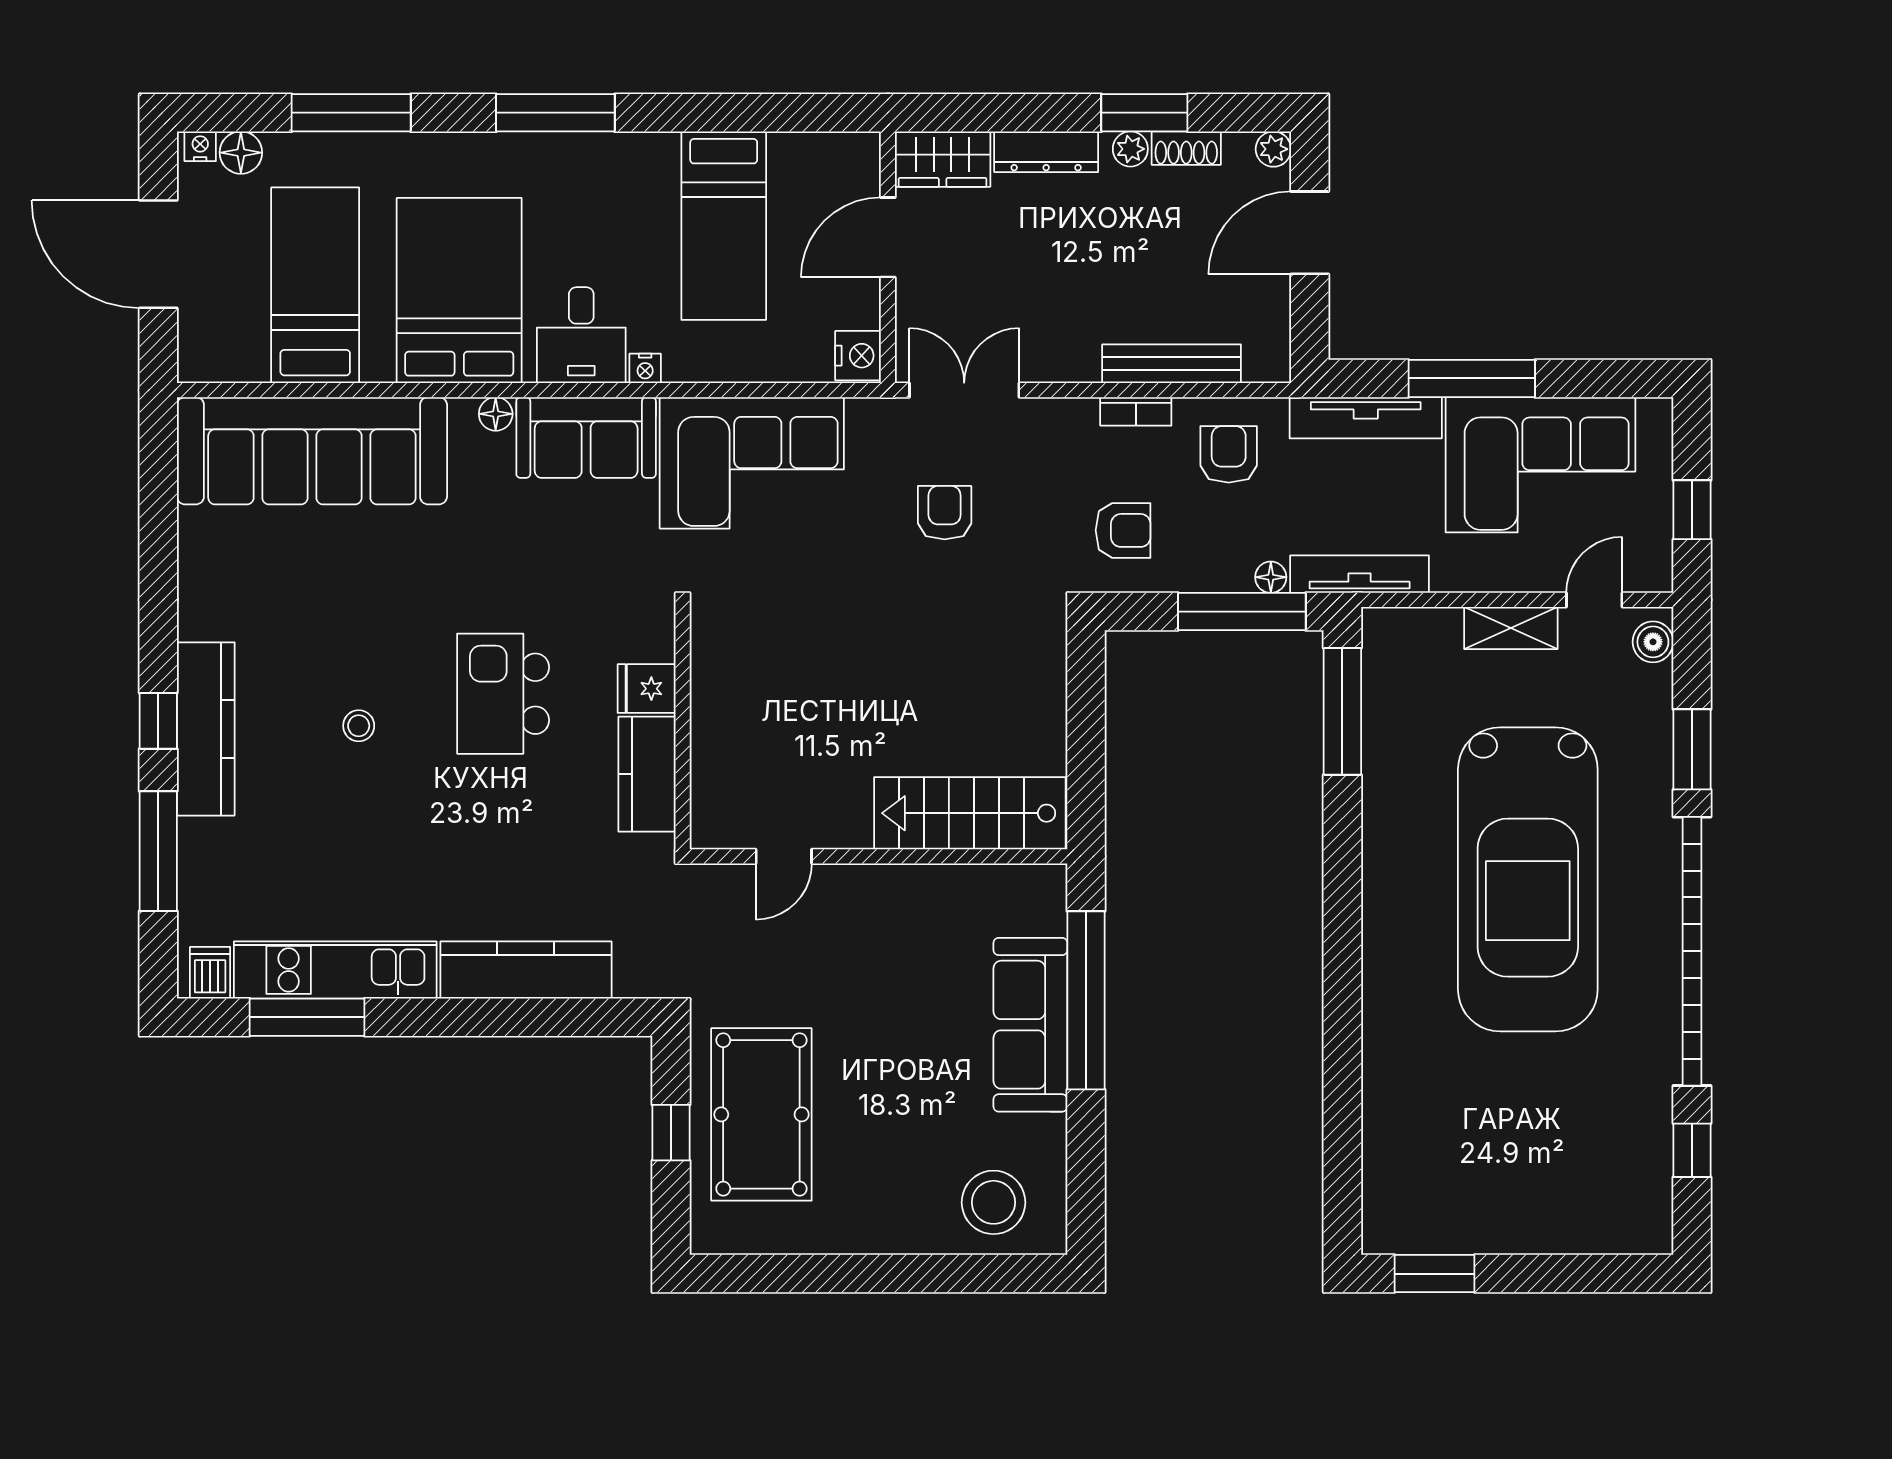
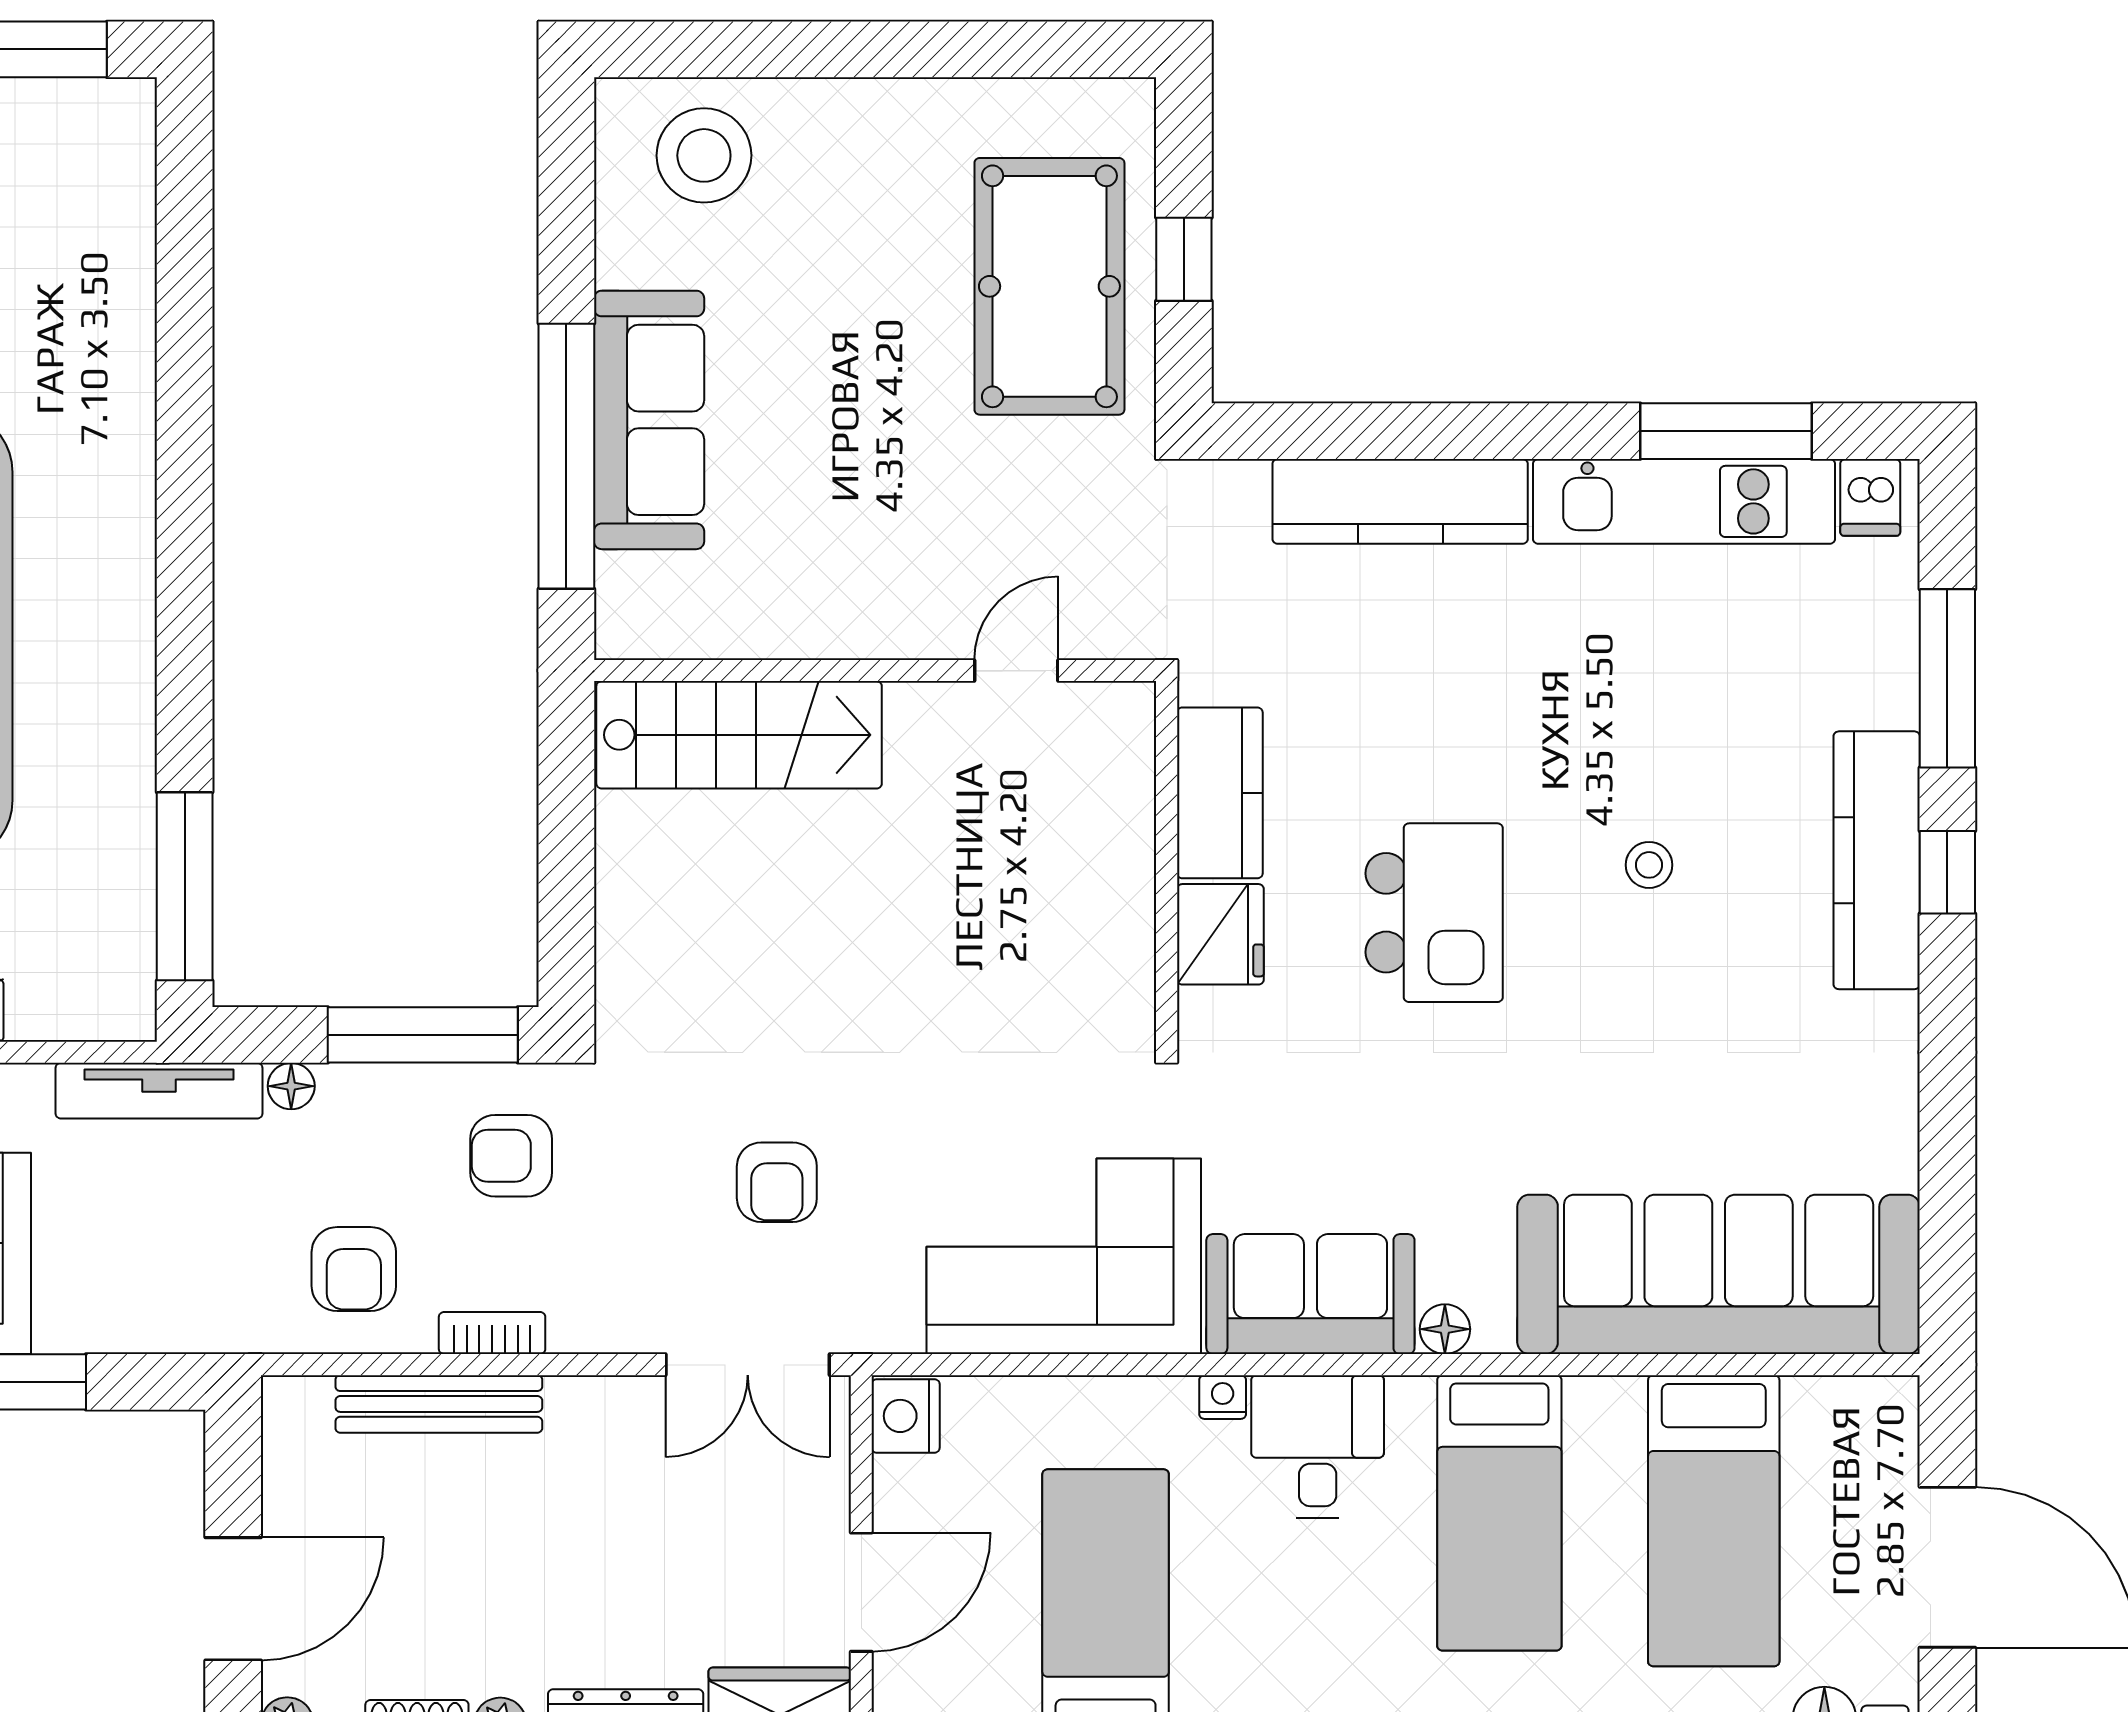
bed: (459, 291) -> (1499, 1513), width x0.67
tv unit: (1366, 418) -> (150, 1324), removed
window: (1242, 612) -> (423, 1035), moved
fridge: (647, 689) -> (1220, 934), width x1.38

